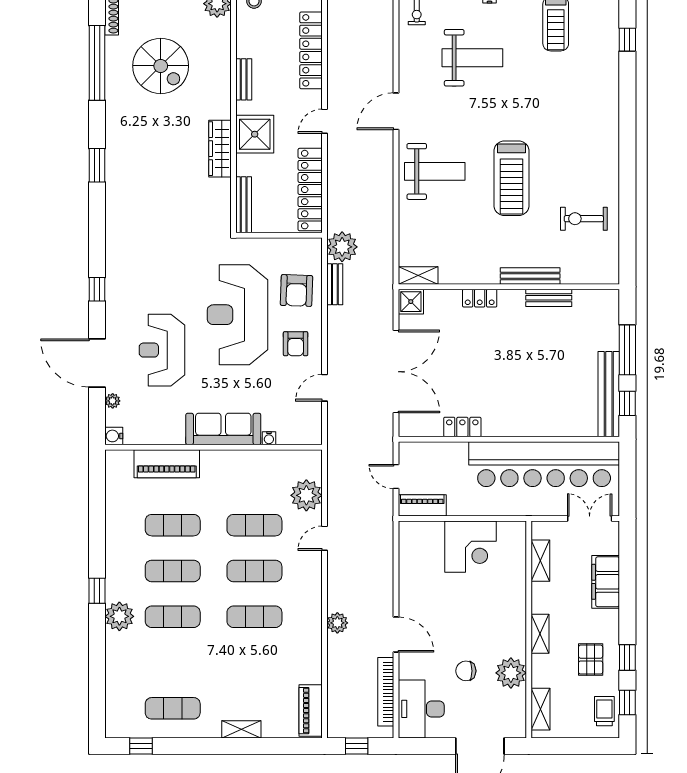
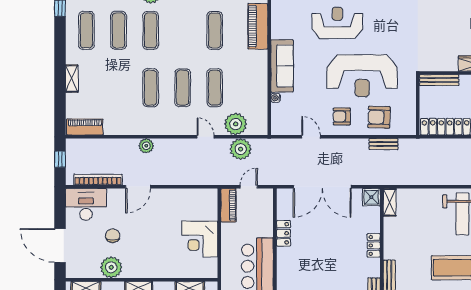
plant: (342, 247) -> (241, 149), moved
reception desk: (237, 315) -> (362, 76), turned 180
exercise mat: (173, 571) -> (118, 30), moved

